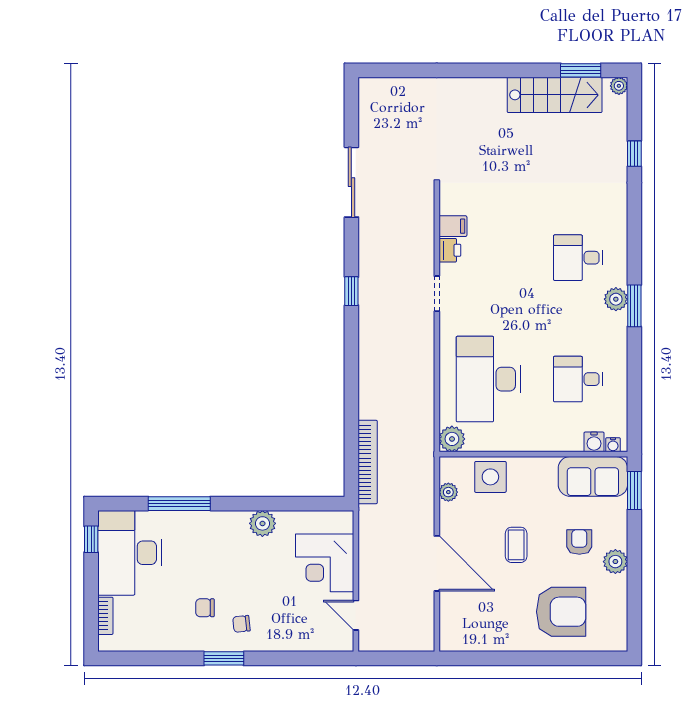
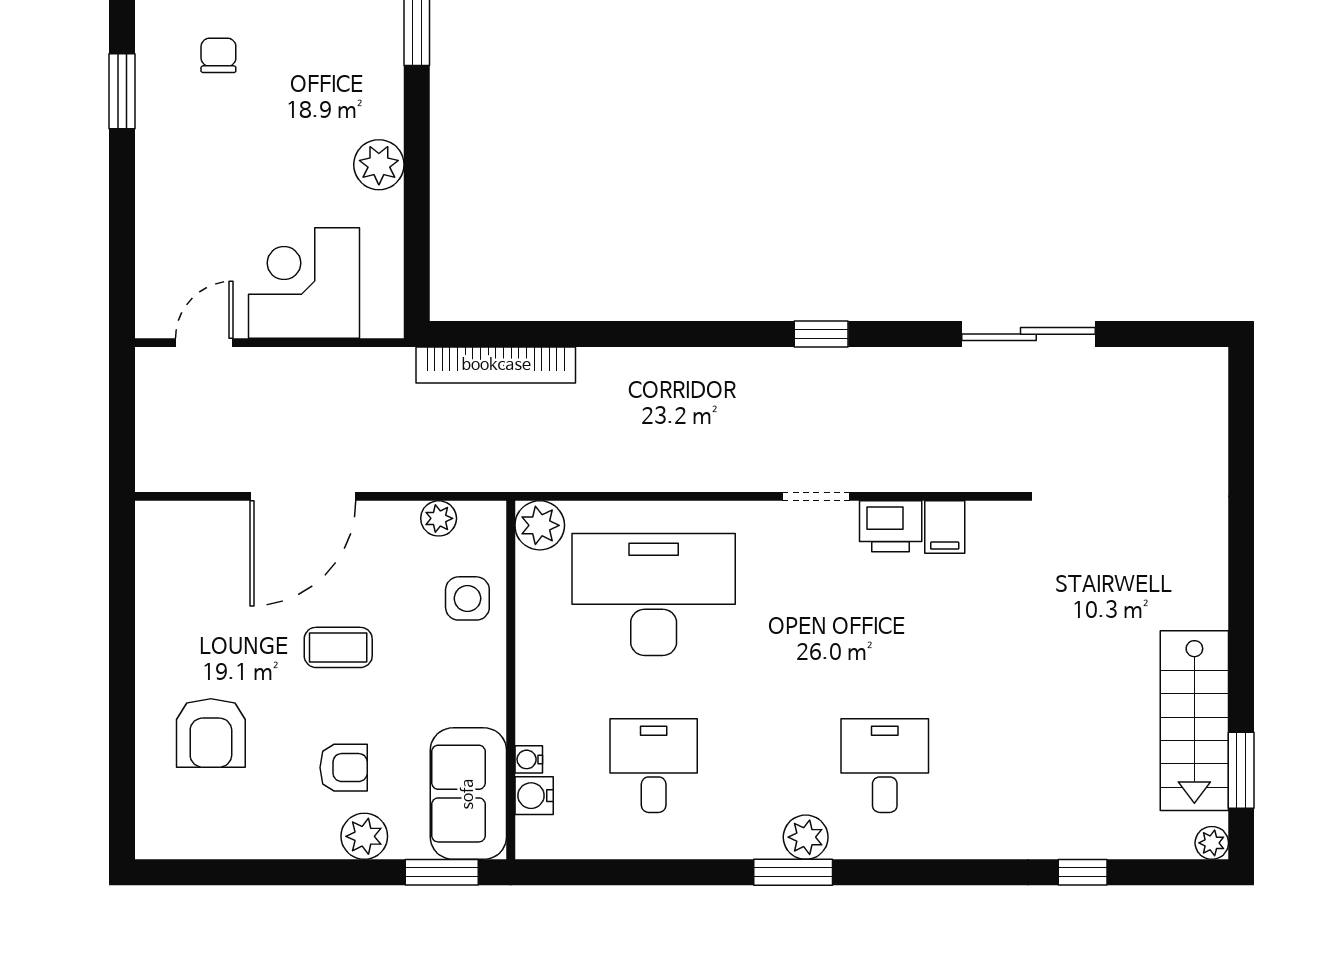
printer: (450, 250) -> (891, 526), width x1.36, depth x1.24
water cooler: (613, 445) -> (529, 759), moved
side table: (490, 477) -> (467, 598), width x0.73, depth x0.73
plant: (615, 562) -> (364, 836), moved
armchair: (561, 612) -> (211, 733), width x0.73, depth x0.73
chair: (241, 624) -> (188, 125), removed

